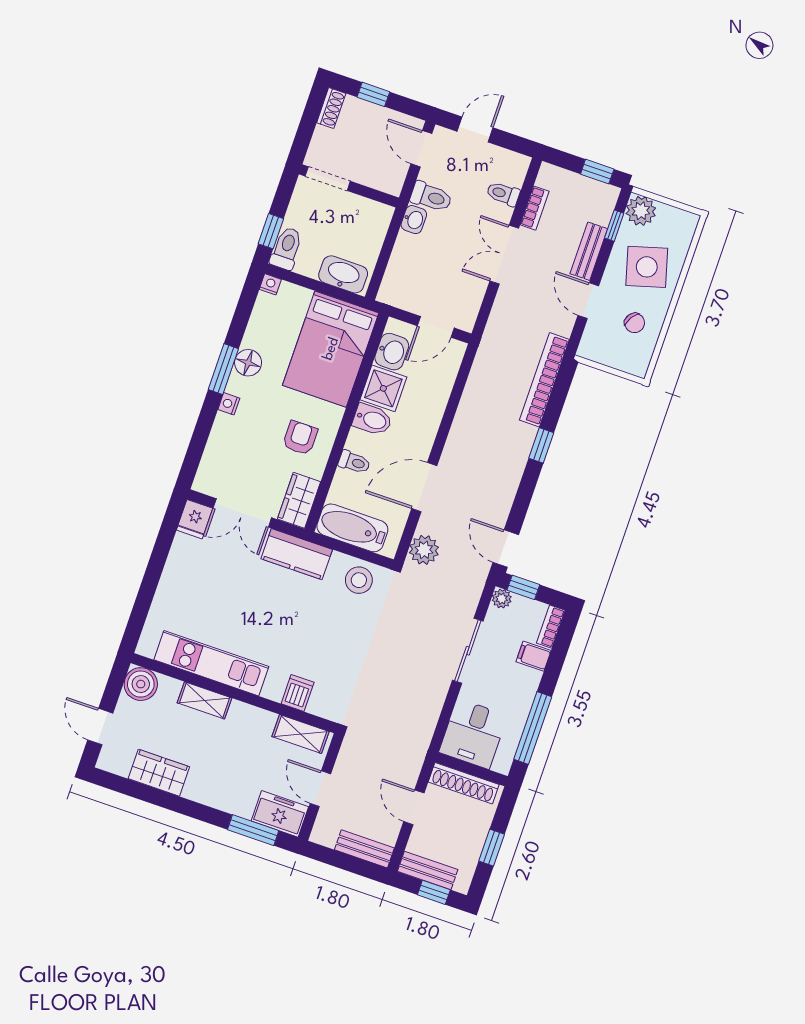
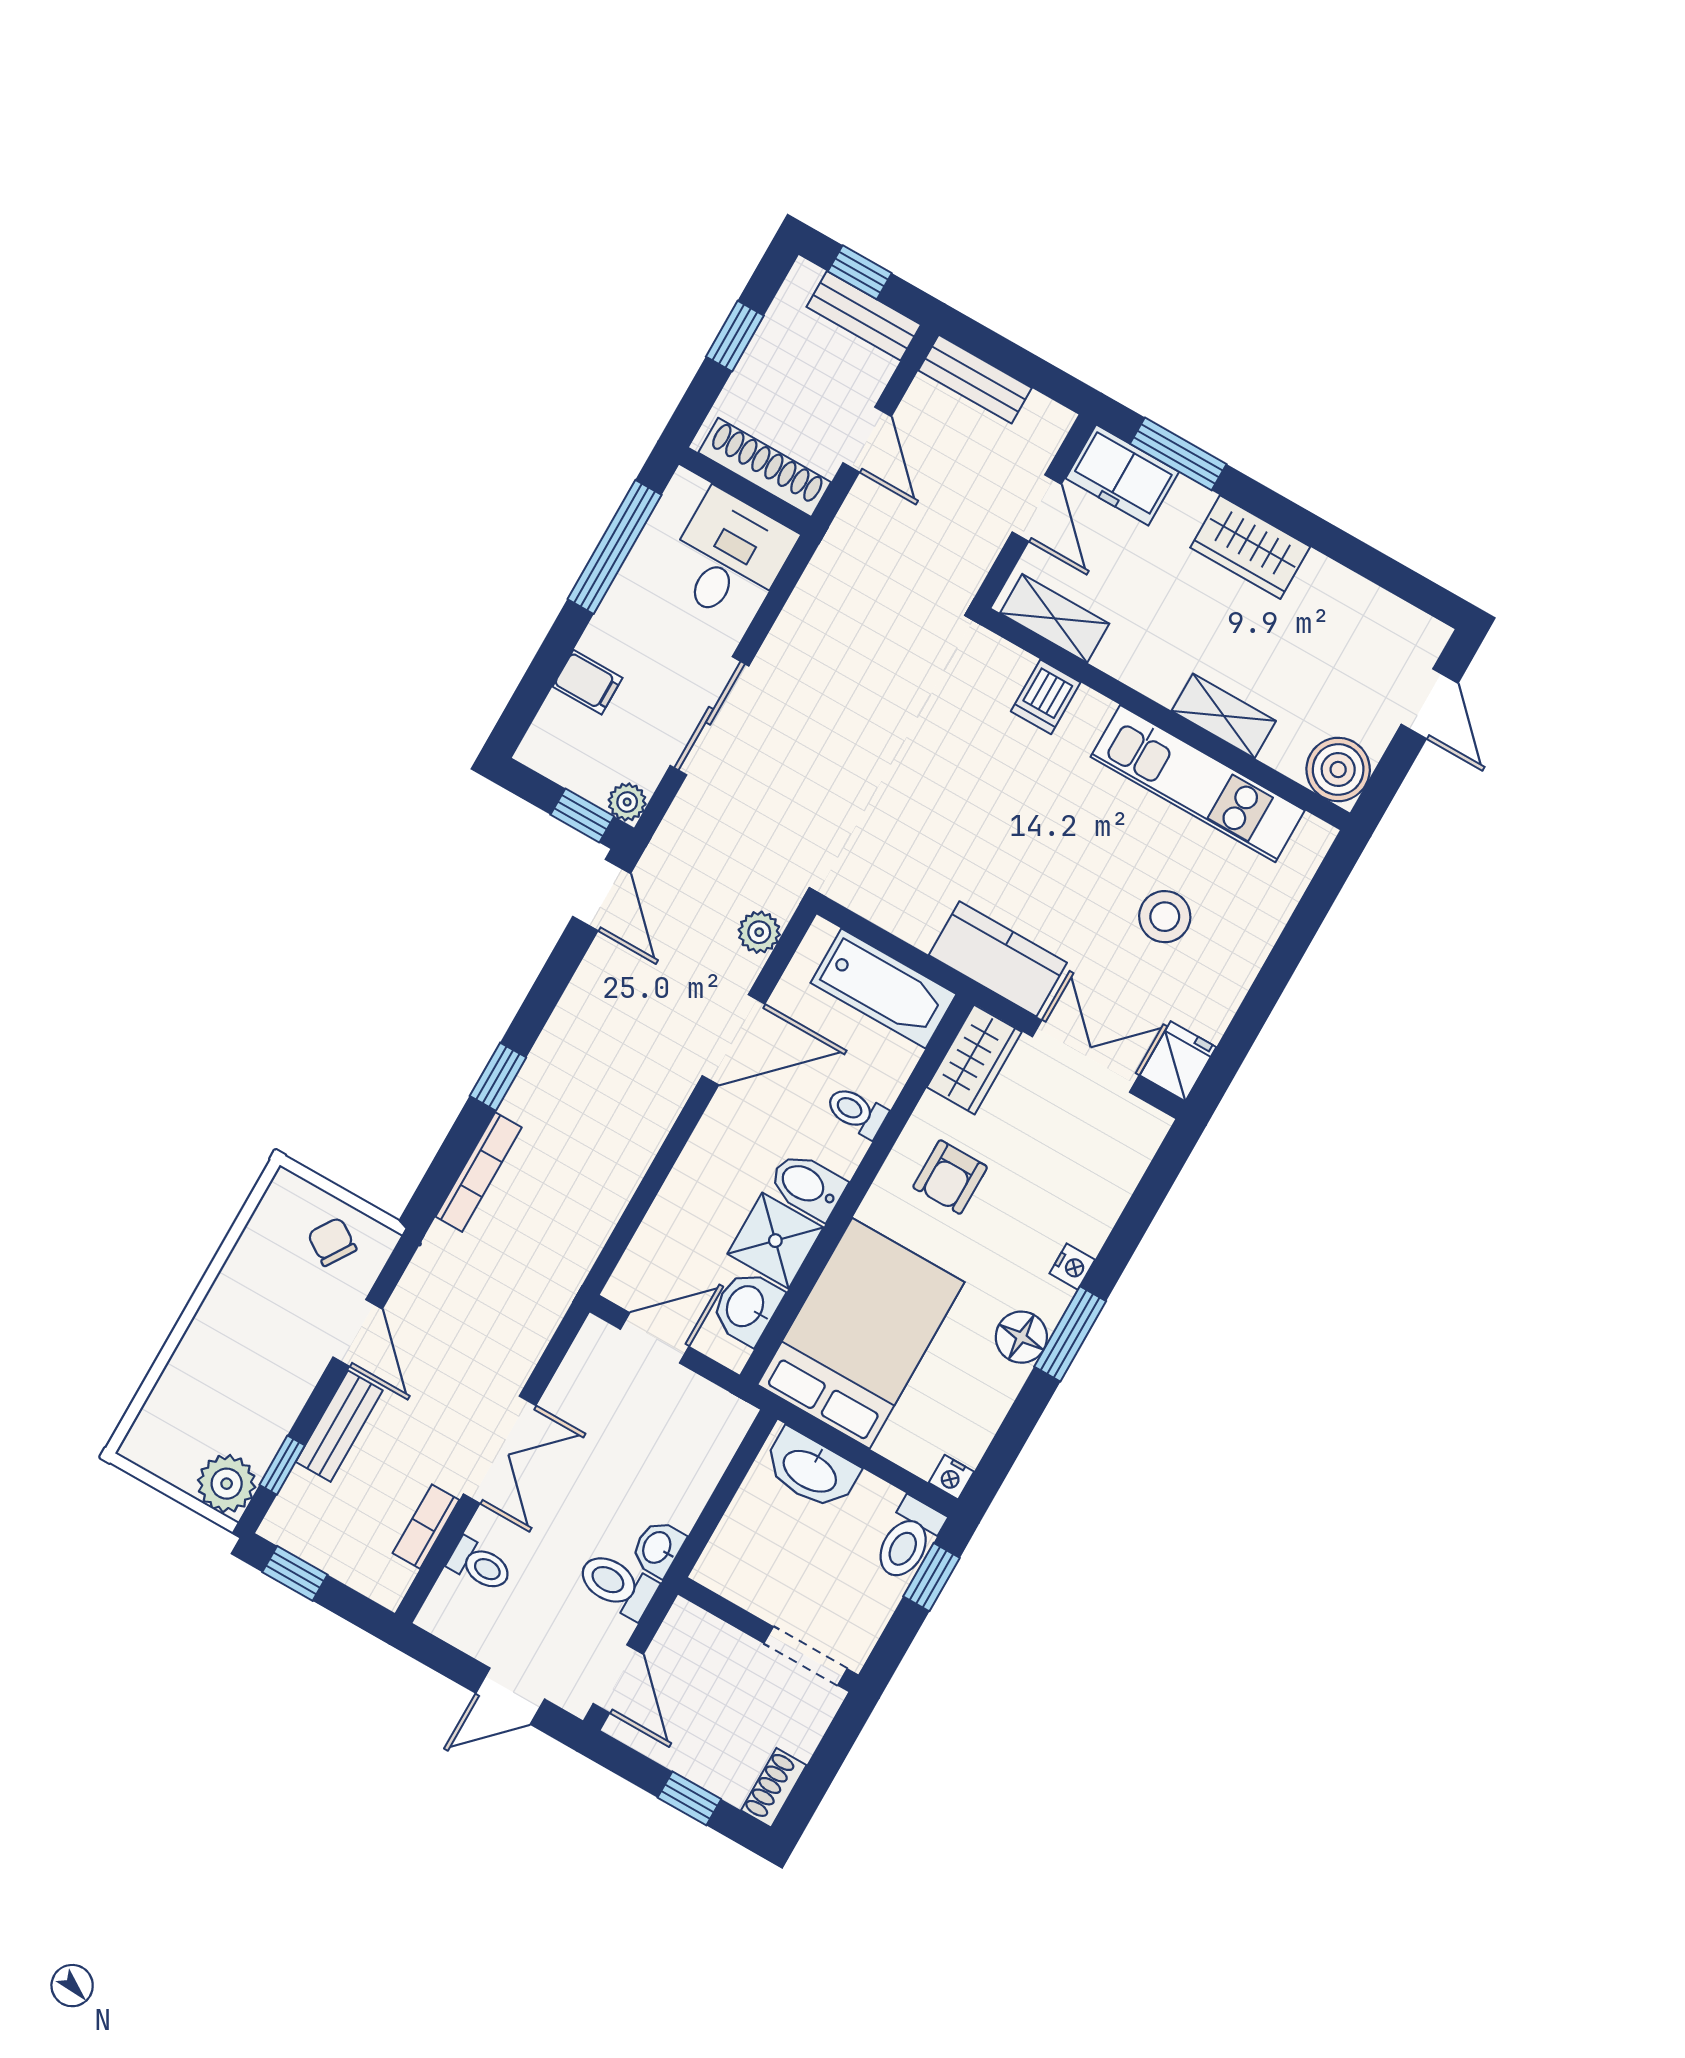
side table: (647, 267) -> (235, 1376), removed
chair: (635, 323) -> (332, 1242), moved
bookcase: (544, 380) -> (479, 1172), width x0.68, depth x0.76
plant: (424, 550) -> (759, 932), width x0.73, depth x0.73
stool: (359, 580) -> (1165, 917), moved
bookcase: (551, 627) -> (545, 732), removed
wardrobe: (159, 773) -> (1250, 547), moved

